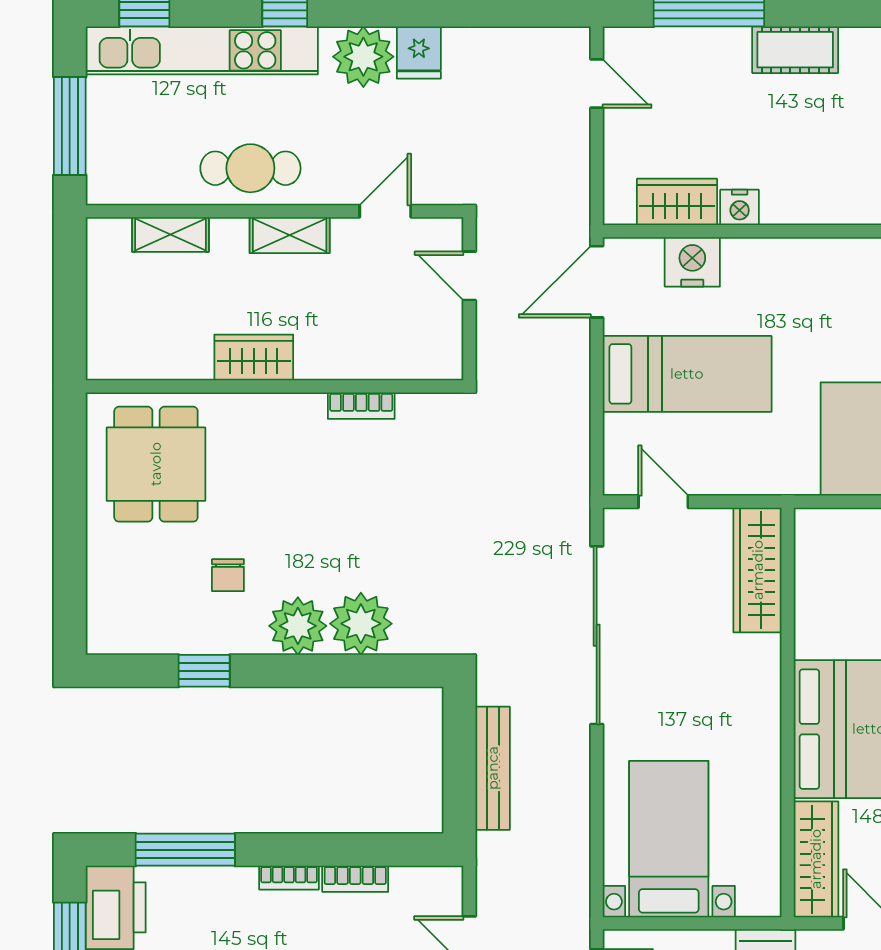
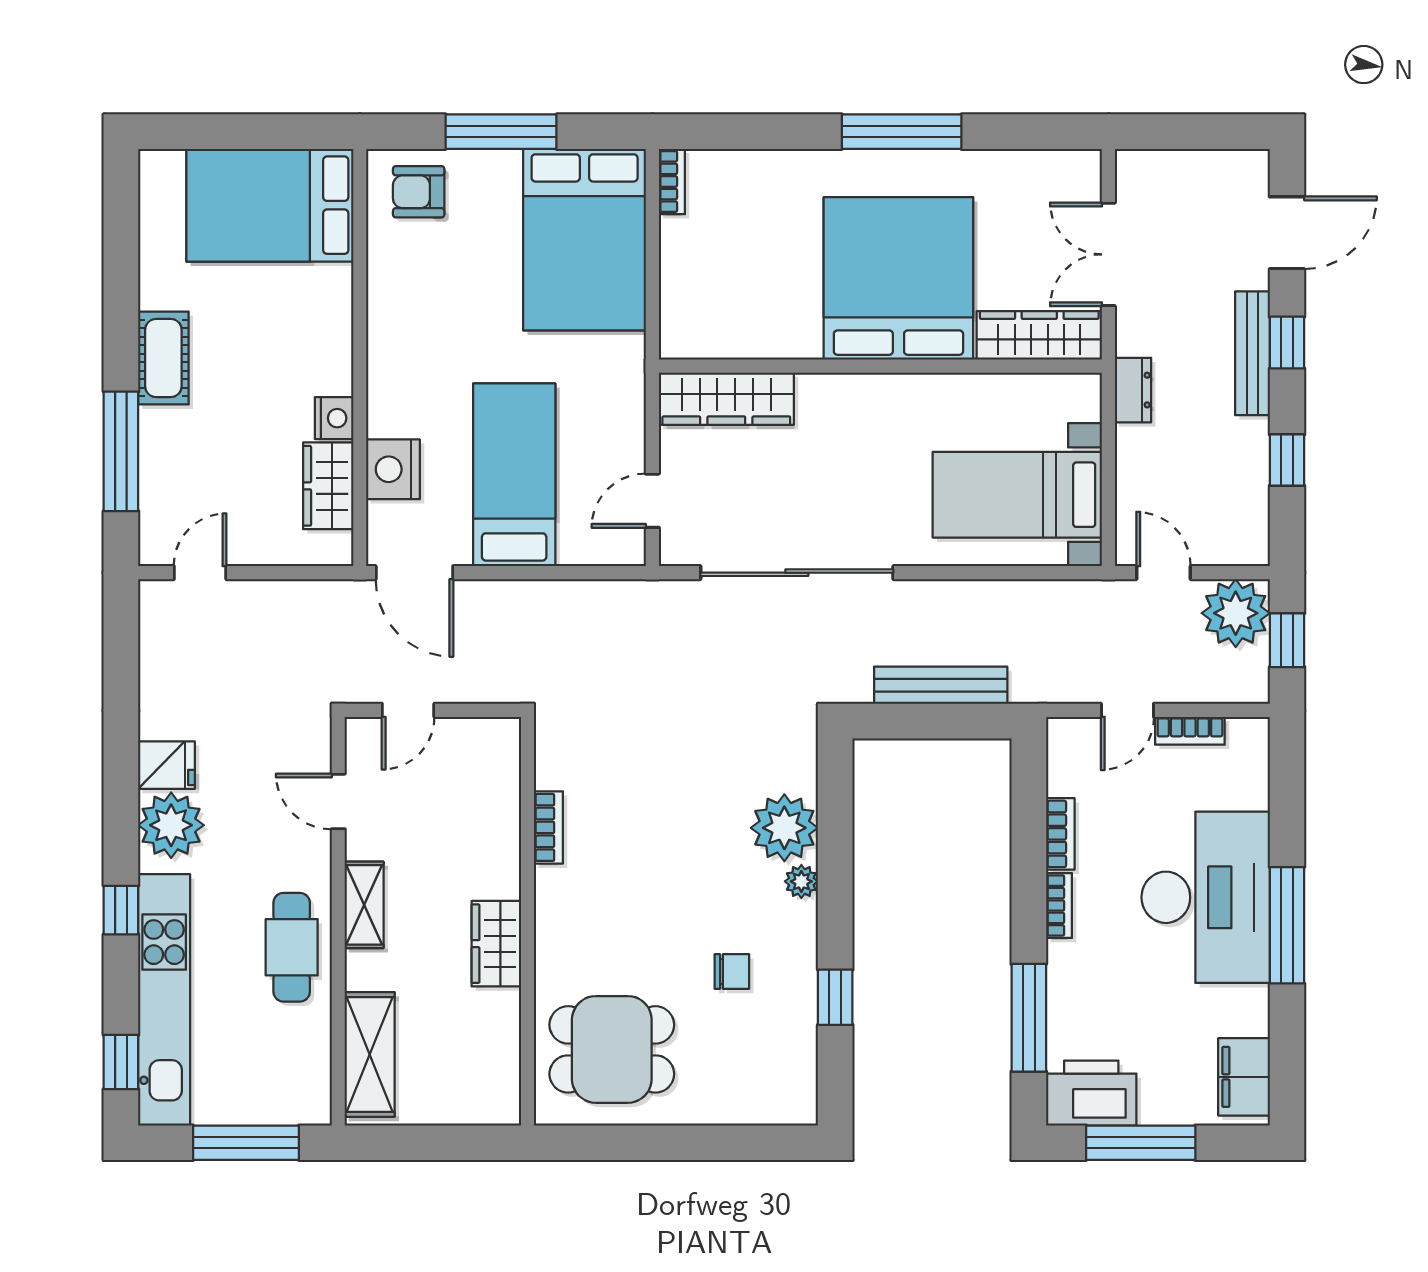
shelving: (171, 235) -> (370, 1054), width x1.50, depth x1.33
plant: (298, 626) -> (801, 881), width x0.53, depth x0.53

